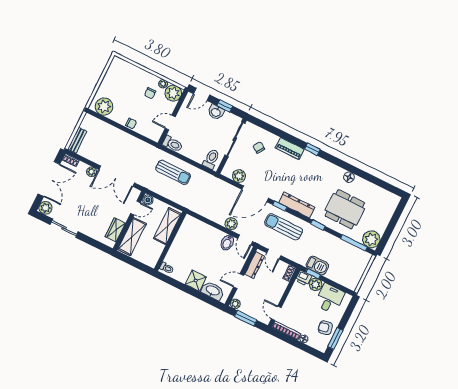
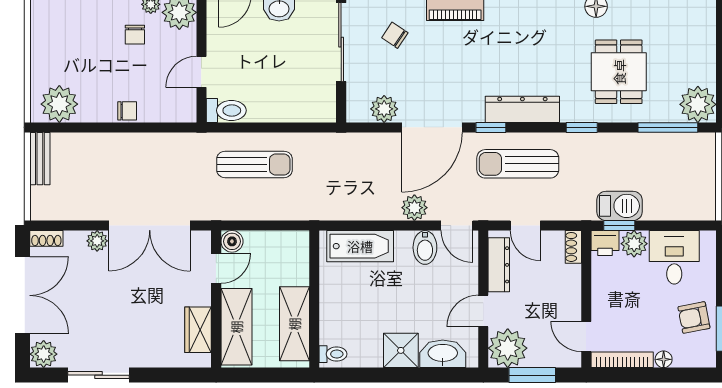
bench: (77, 140) -> (40, 159), moved
toilet: (211, 159) -> (315, 102), removed
dining table: (345, 209) -> (619, 72), width x0.73
shelving: (167, 226) -> (294, 324), moved
bathtub: (200, 229) -> (360, 246), added
plant: (235, 304) -> (508, 348), width x1.87, depth x1.87

